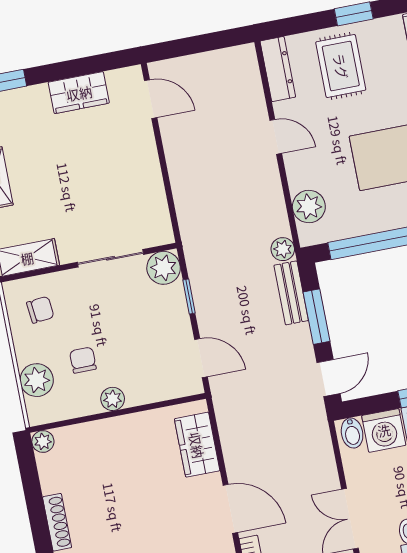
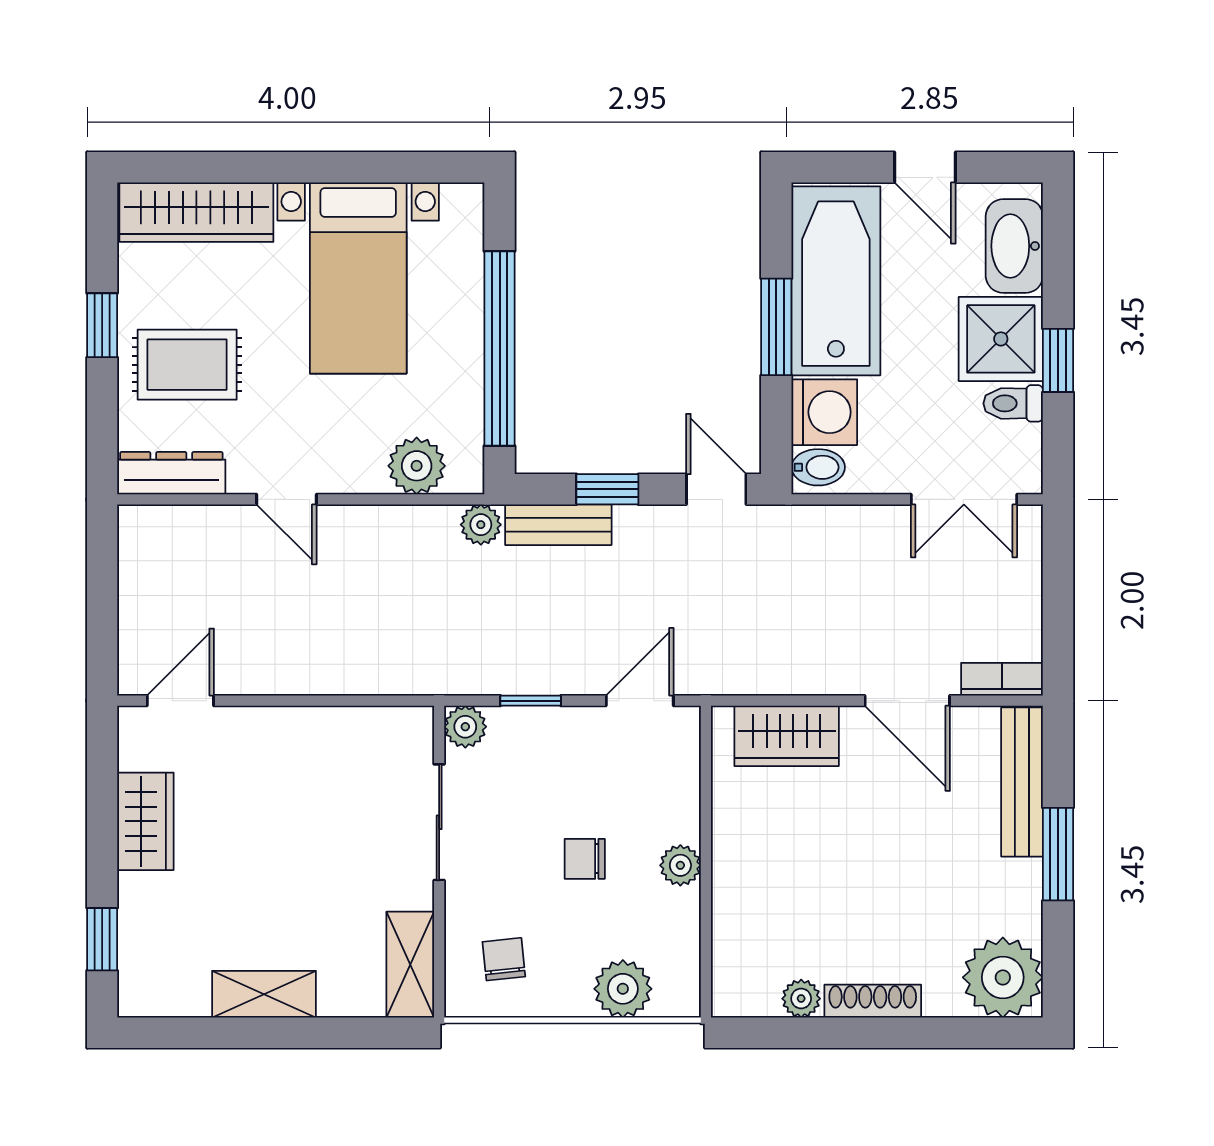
door: (276, 137) -> (286, 499), swing flipped
plant: (164, 268) -> (465, 727), width x0.73, depth x0.73
window: (317, 317) -> (607, 489), width x0.67
chair: (83, 360) -> (585, 859), moved
plant: (43, 442) -> (801, 999), moved
door: (230, 509) -> (907, 701), swing flipped

